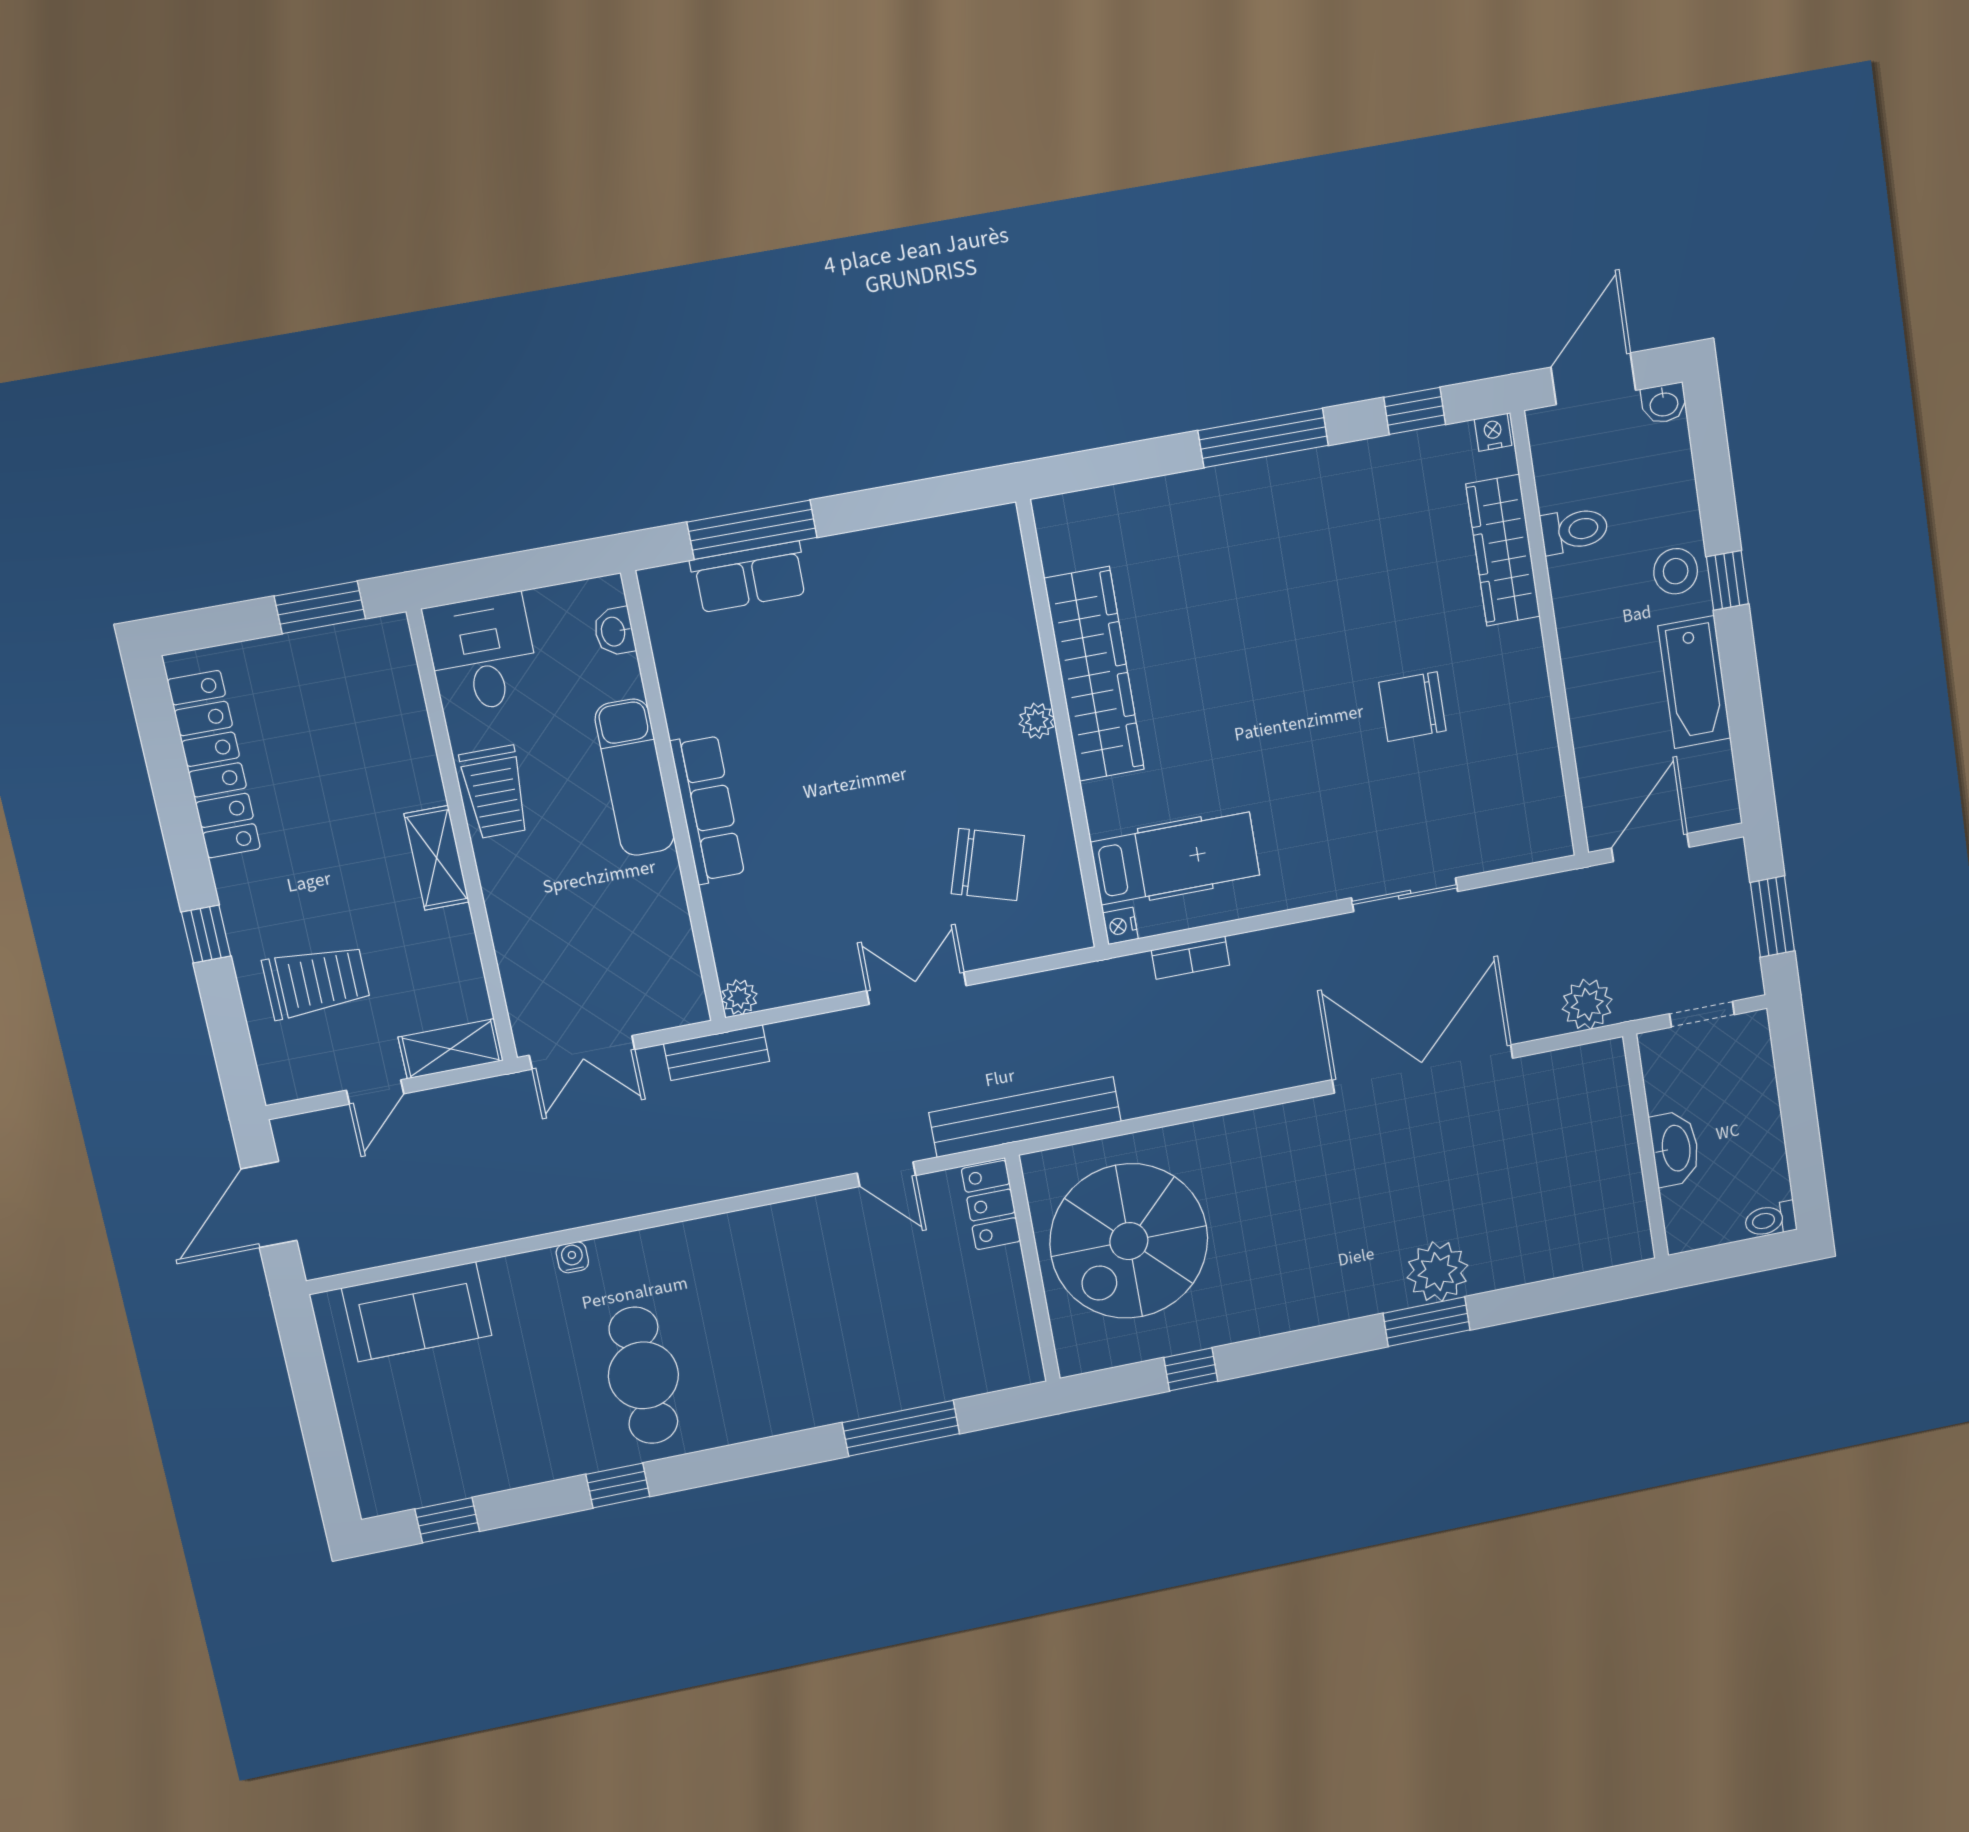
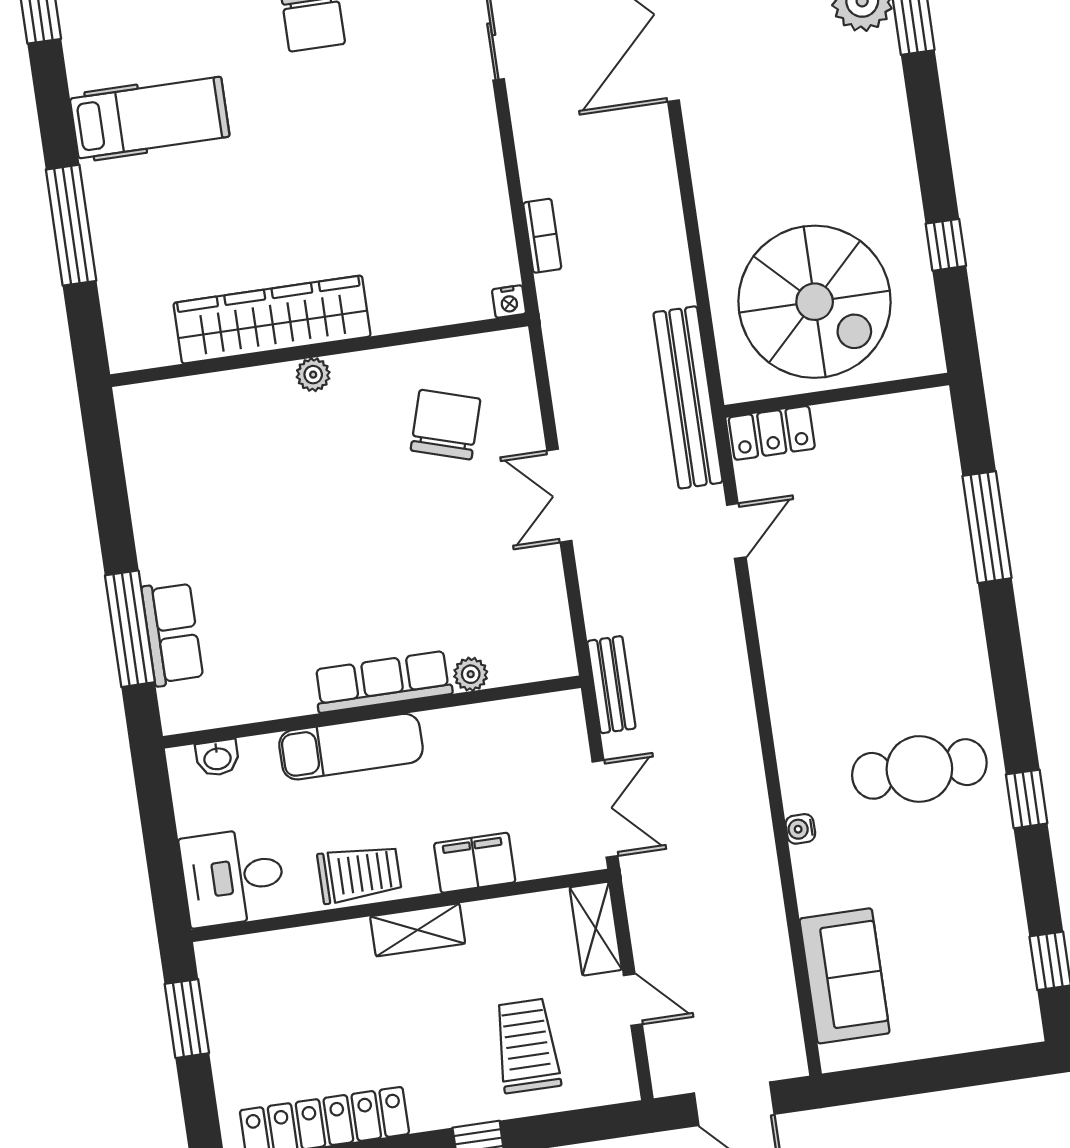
window: (1263, 438) -> (71, 225), moved
hospital bed: (1175, 859) -> (150, 118), moved, turned 90
filing cabinet: (515, 916) -> (475, 863), added
plant: (739, 997) -> (471, 674), moved

